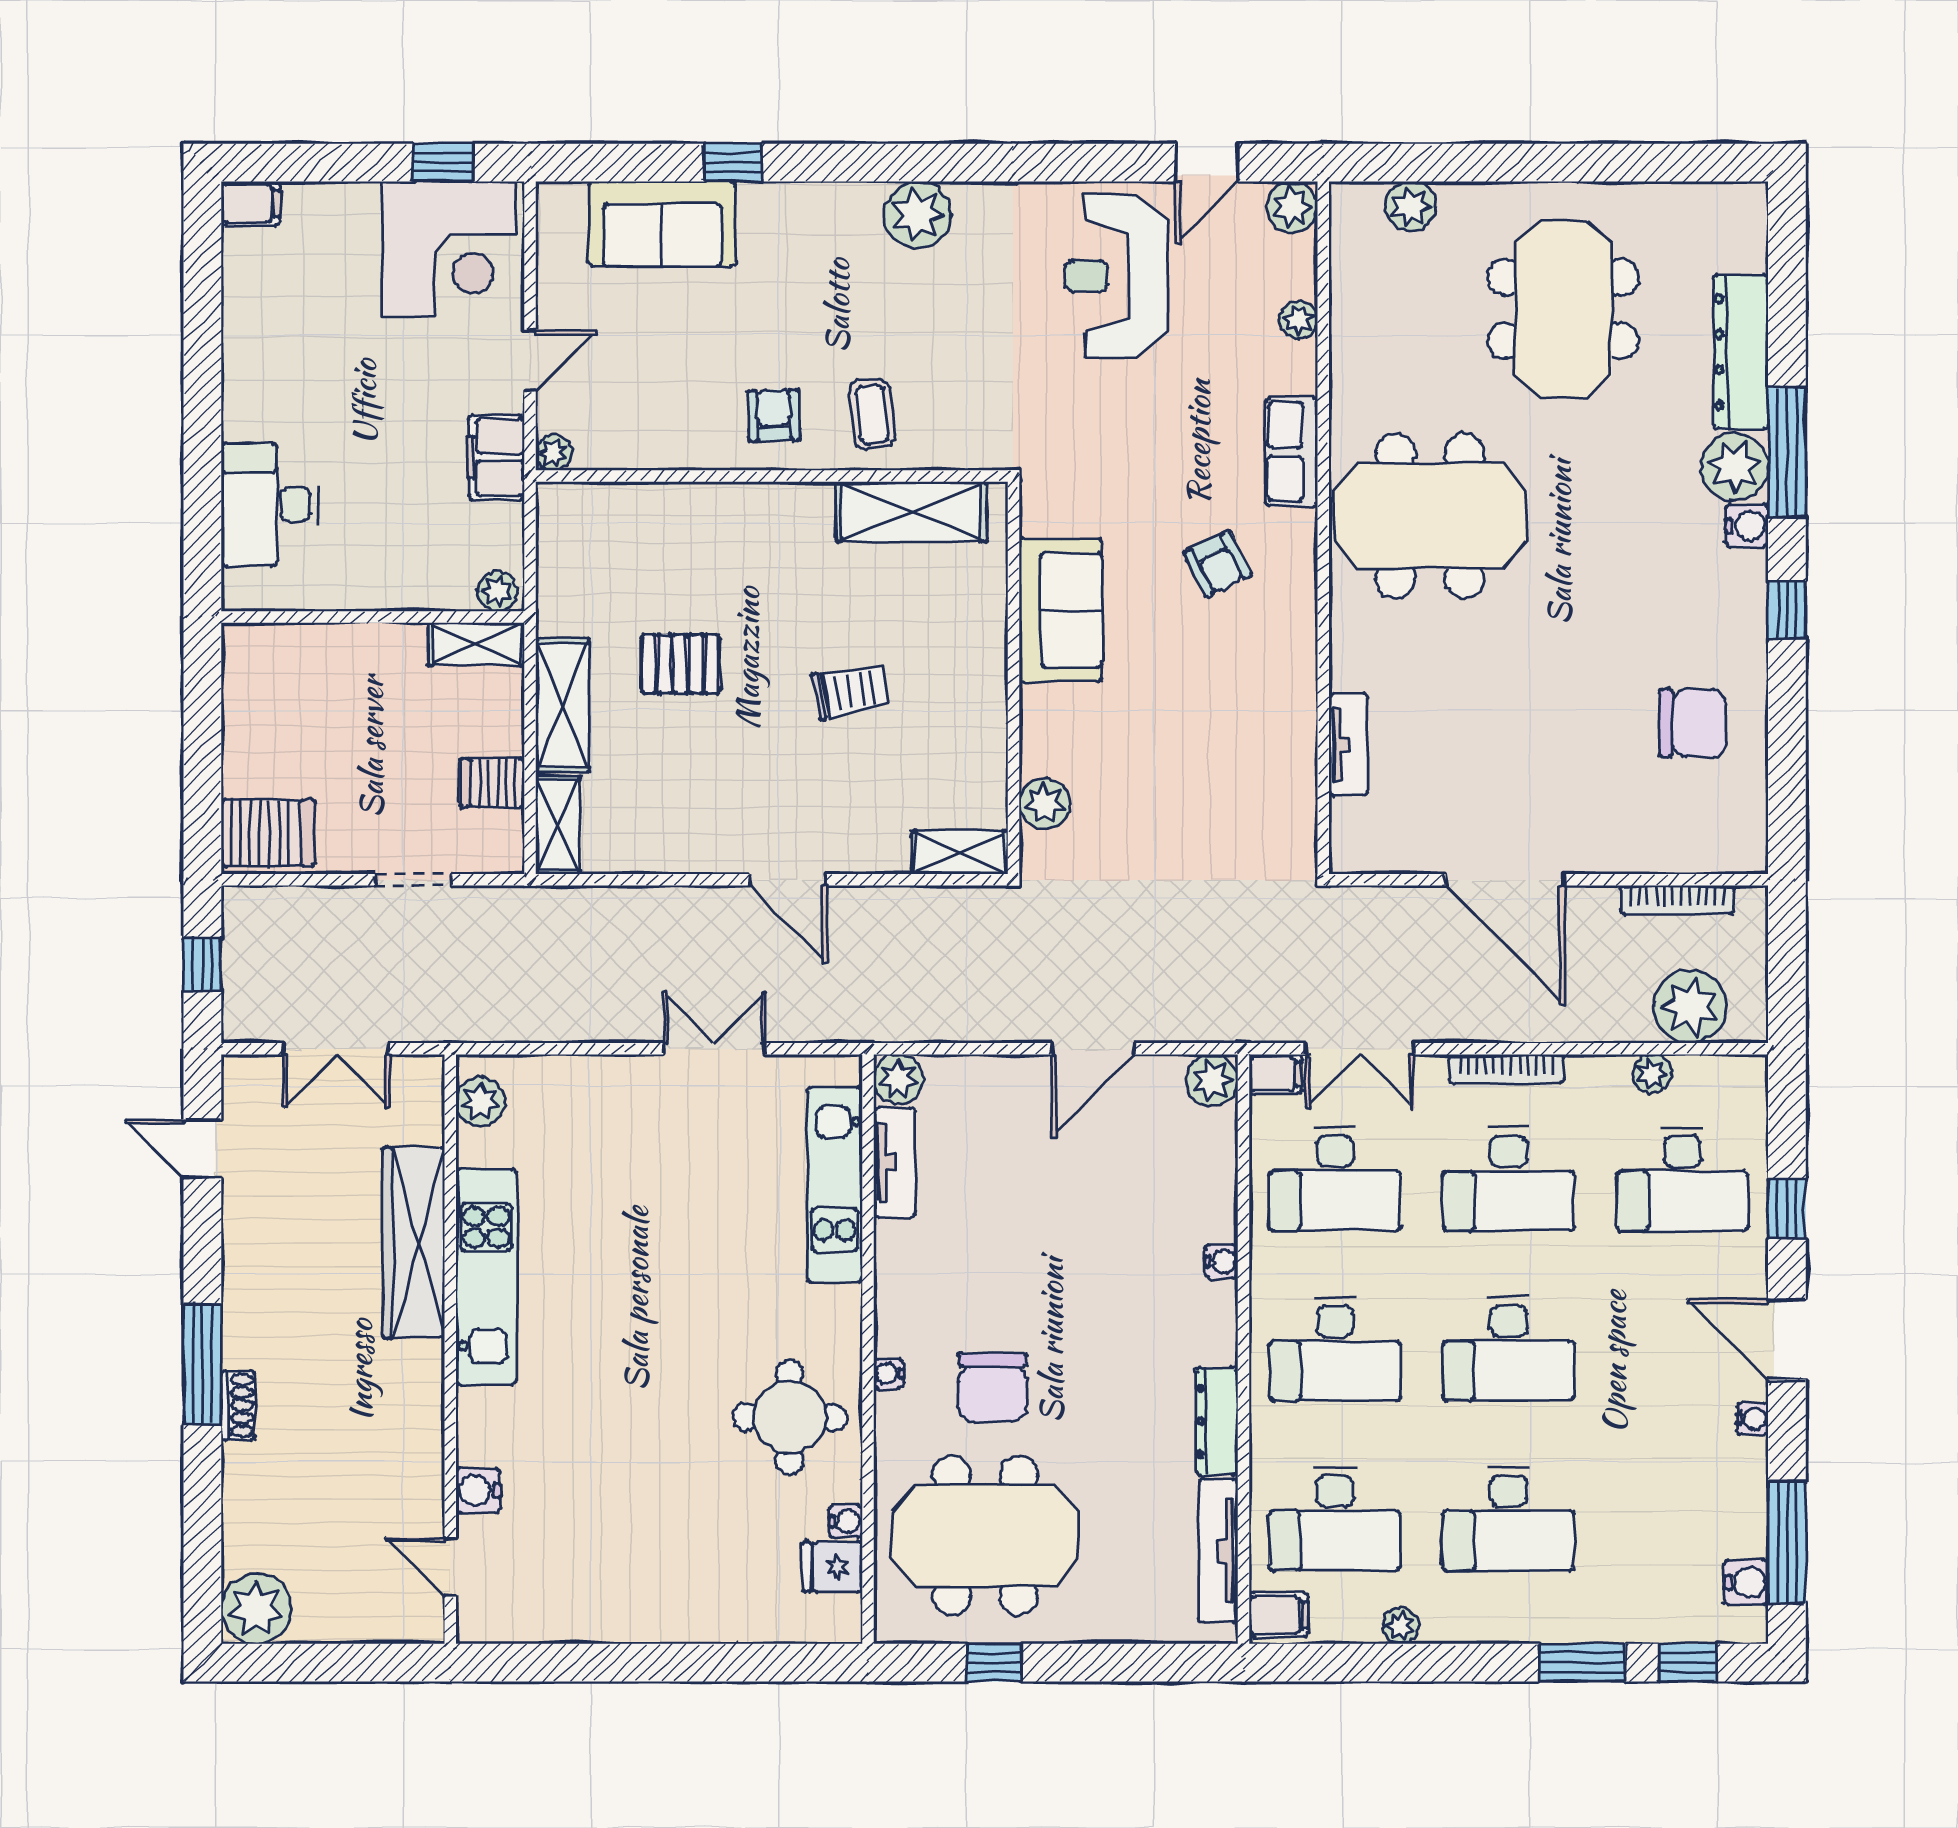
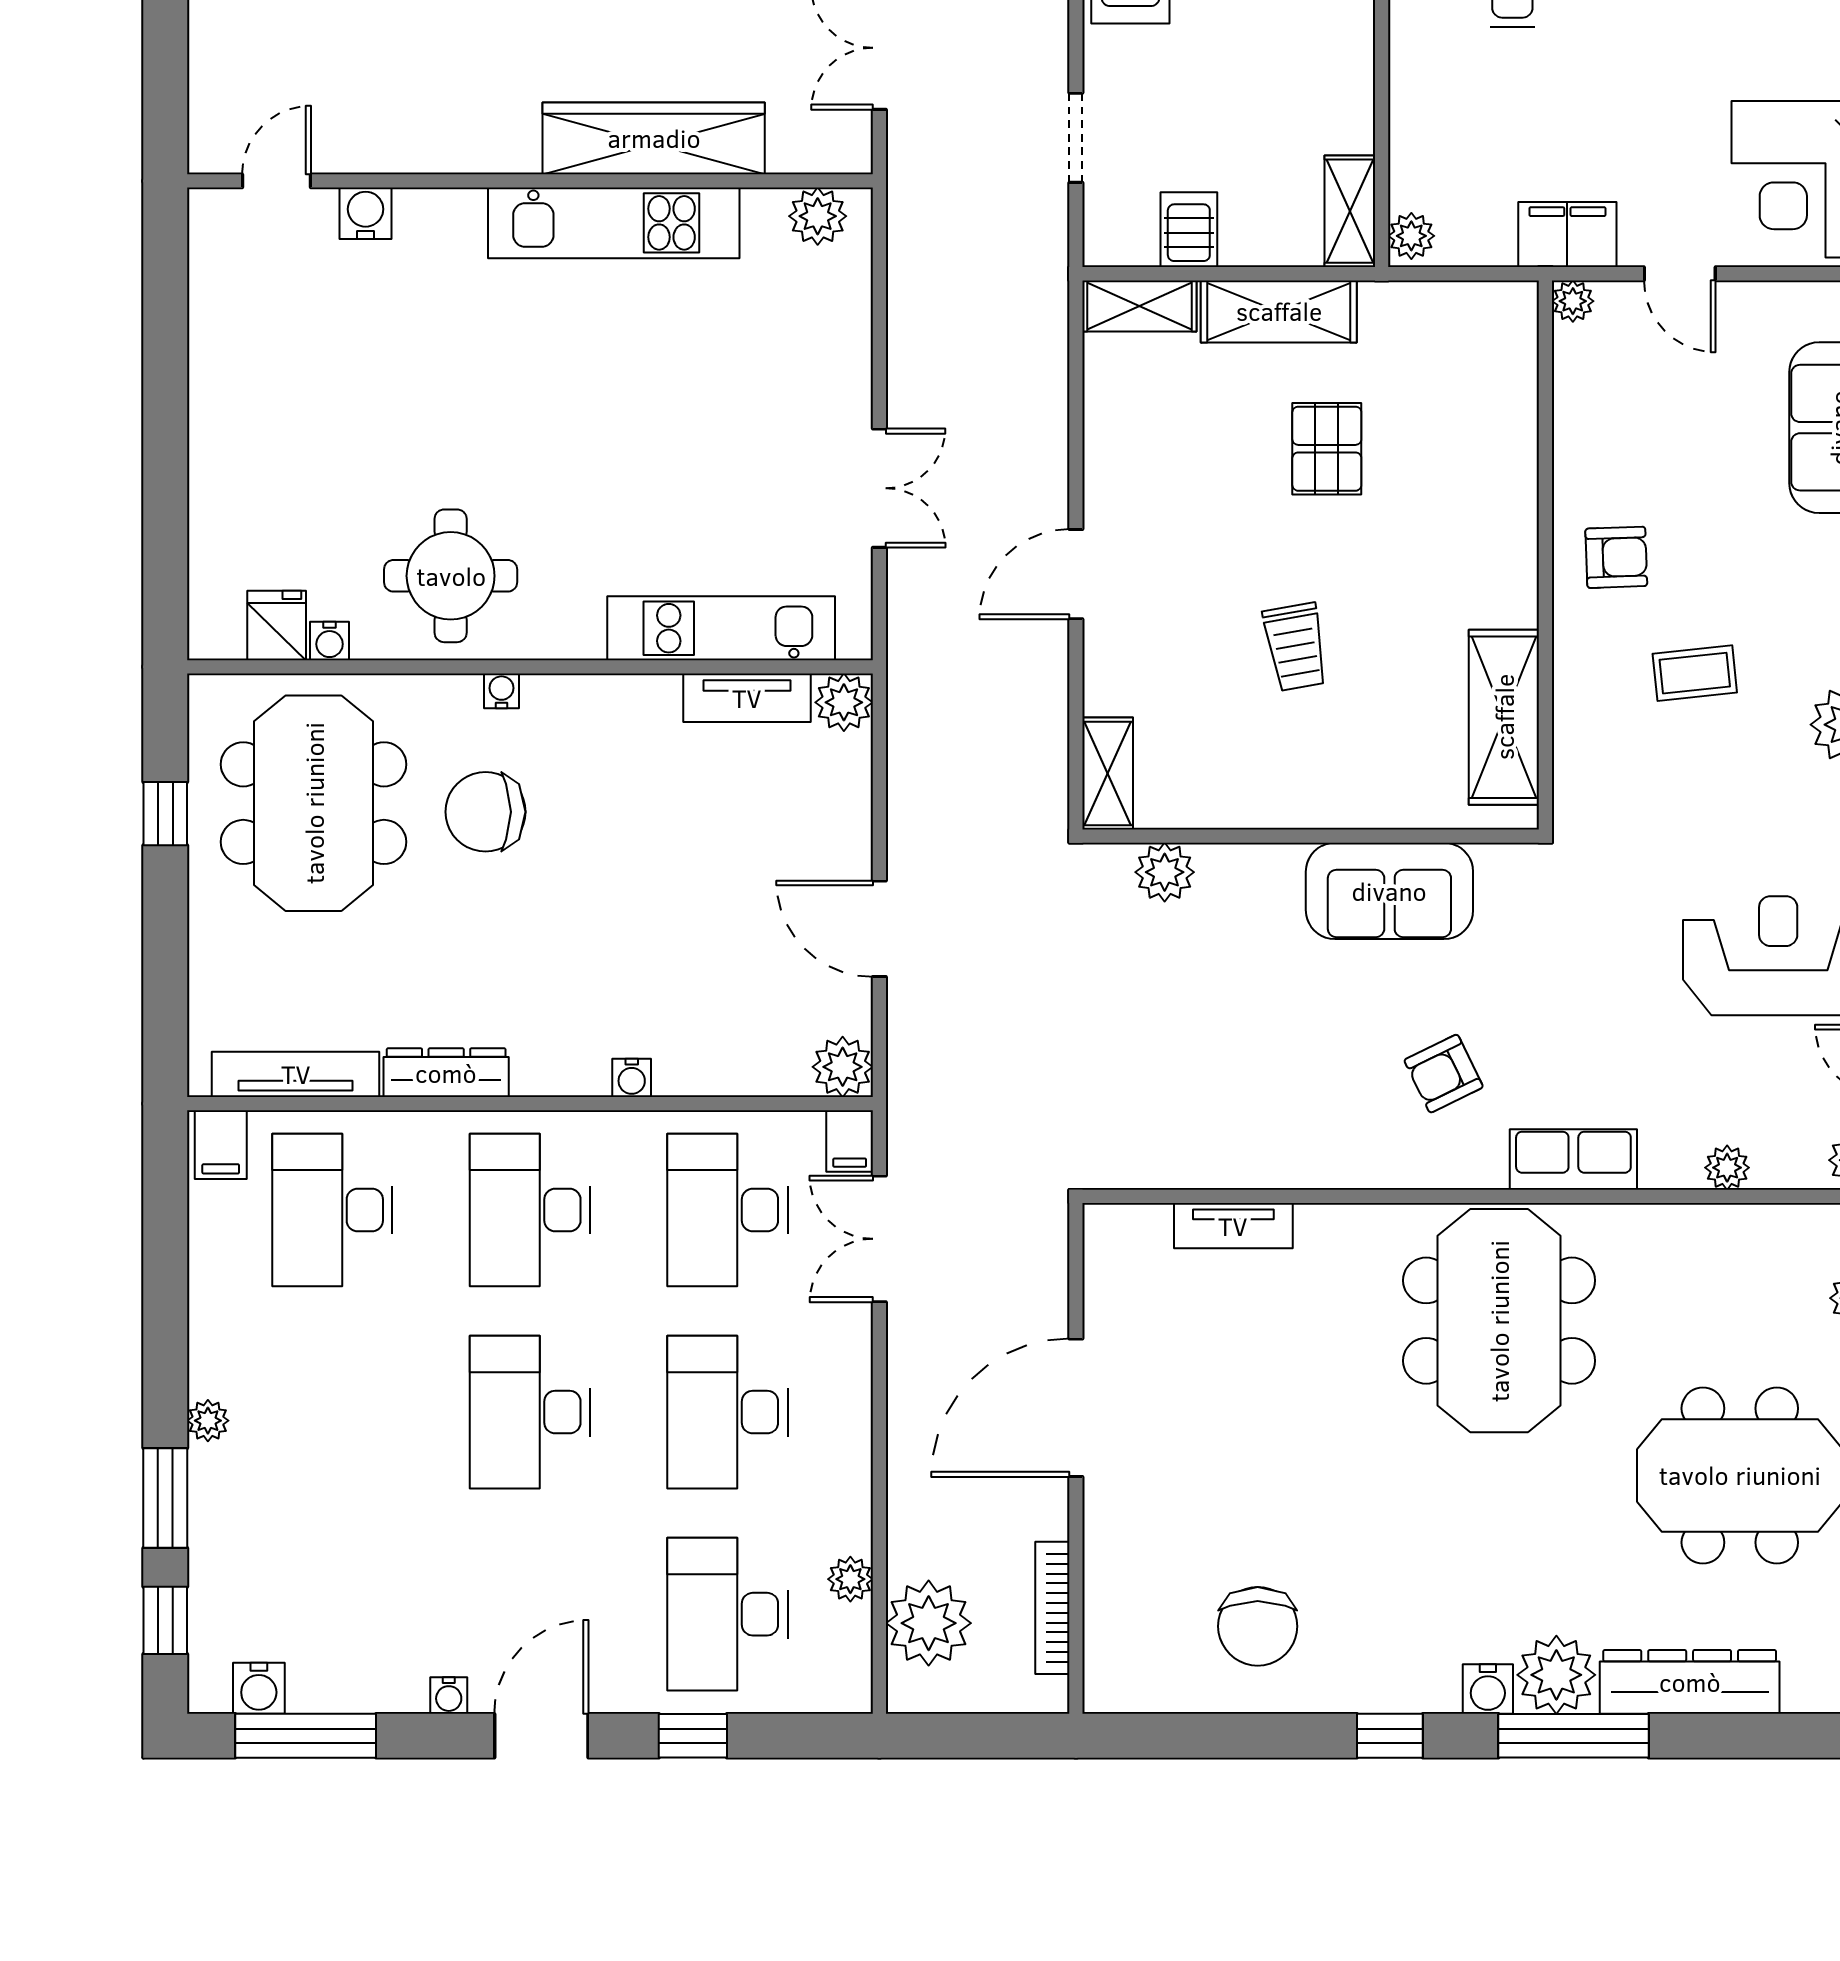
coffee table: (872, 414) -> (1695, 673), moved
bookcase: (1507, 1069) -> (856, 1410), removed
desk: (1509, 1519) -> (332, 1412), removed
plant: (1401, 1626) -> (208, 1421), moved

